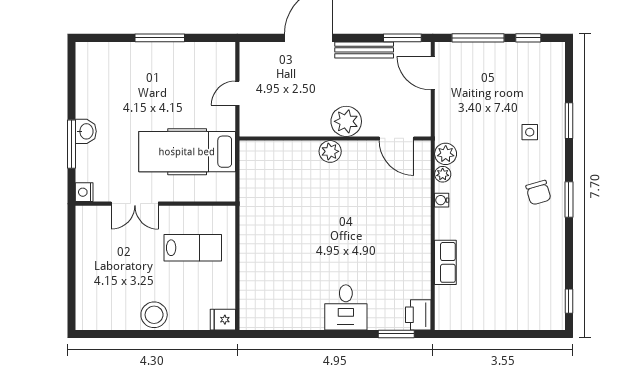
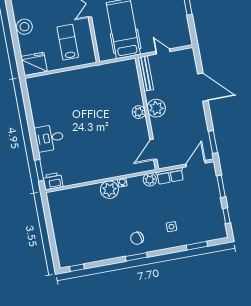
window: (478, 38) -> (221, 186), width x0.69
bench: (364, 50) -> (146, 74), moved
plant: (346, 121) -> (156, 108), moved
window: (569, 121) -> (197, 246), moved
plant: (443, 174) -> (109, 190), moved, width x1.87, depth x1.87
lab bench: (193, 248) -> (68, 42), turned 180
row of seats: (445, 262) -> (170, 176), moved
fridge: (223, 320) -> (34, 64), width x1.88, depth x1.34

